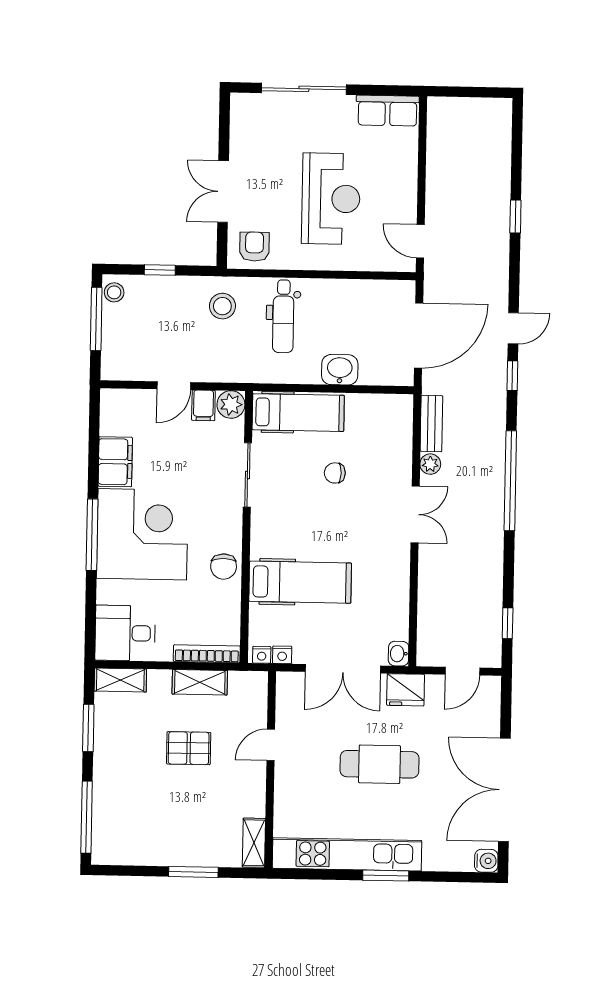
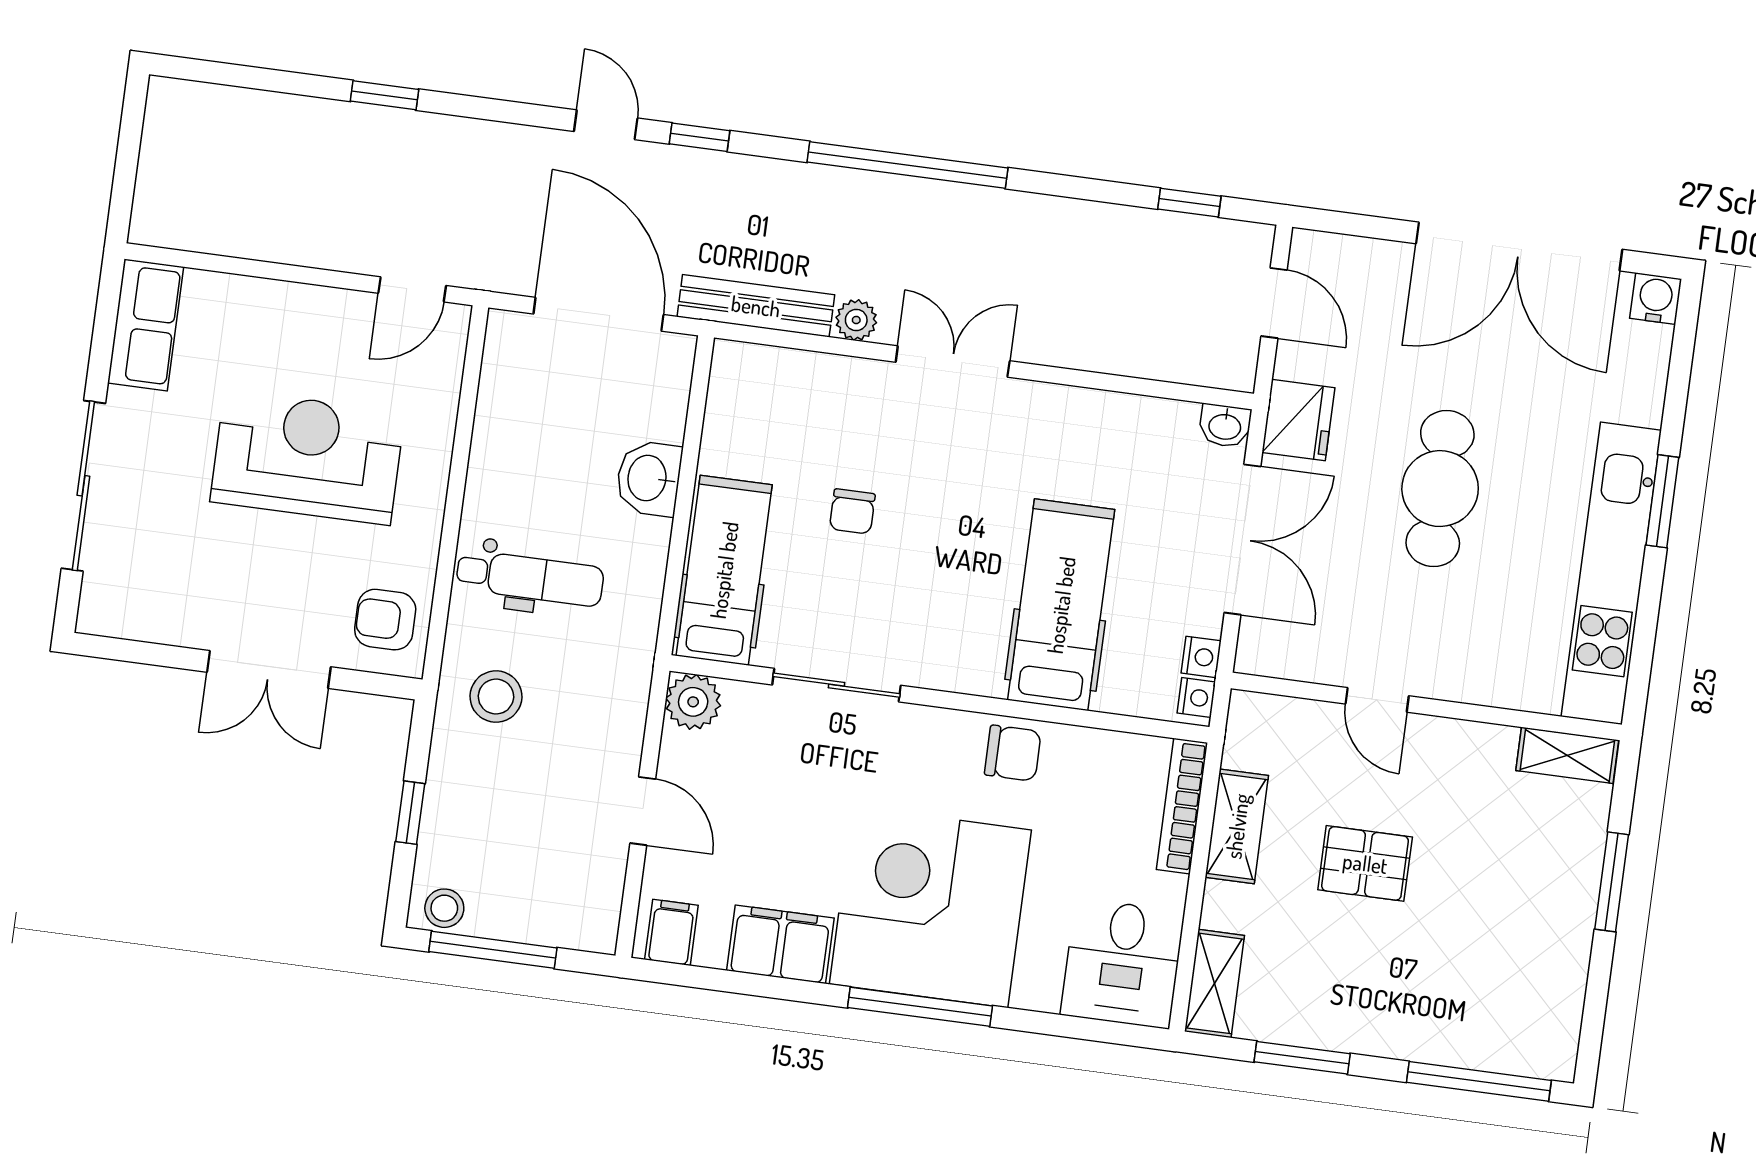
filing cabinet: (203, 405) -> (671, 932), moved, turned -90
bench: (431, 424) -> (756, 306), width x1.36
pallet: (189, 748) -> (1365, 863), turned 90

